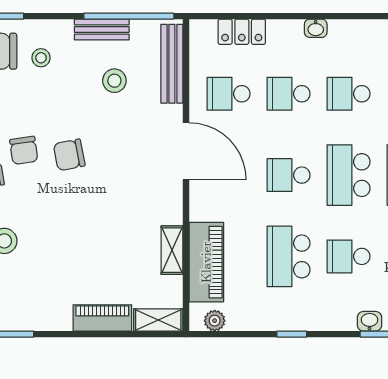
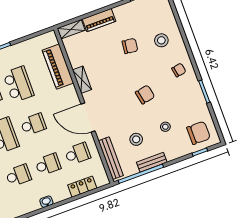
stool: (41, 58) -> (165, 127), moved
chair: (24, 150) -> (130, 46), moved, turned 105
shelving: (172, 250) -> (82, 80), moved
plant: (215, 321) -> (43, 39), removed

